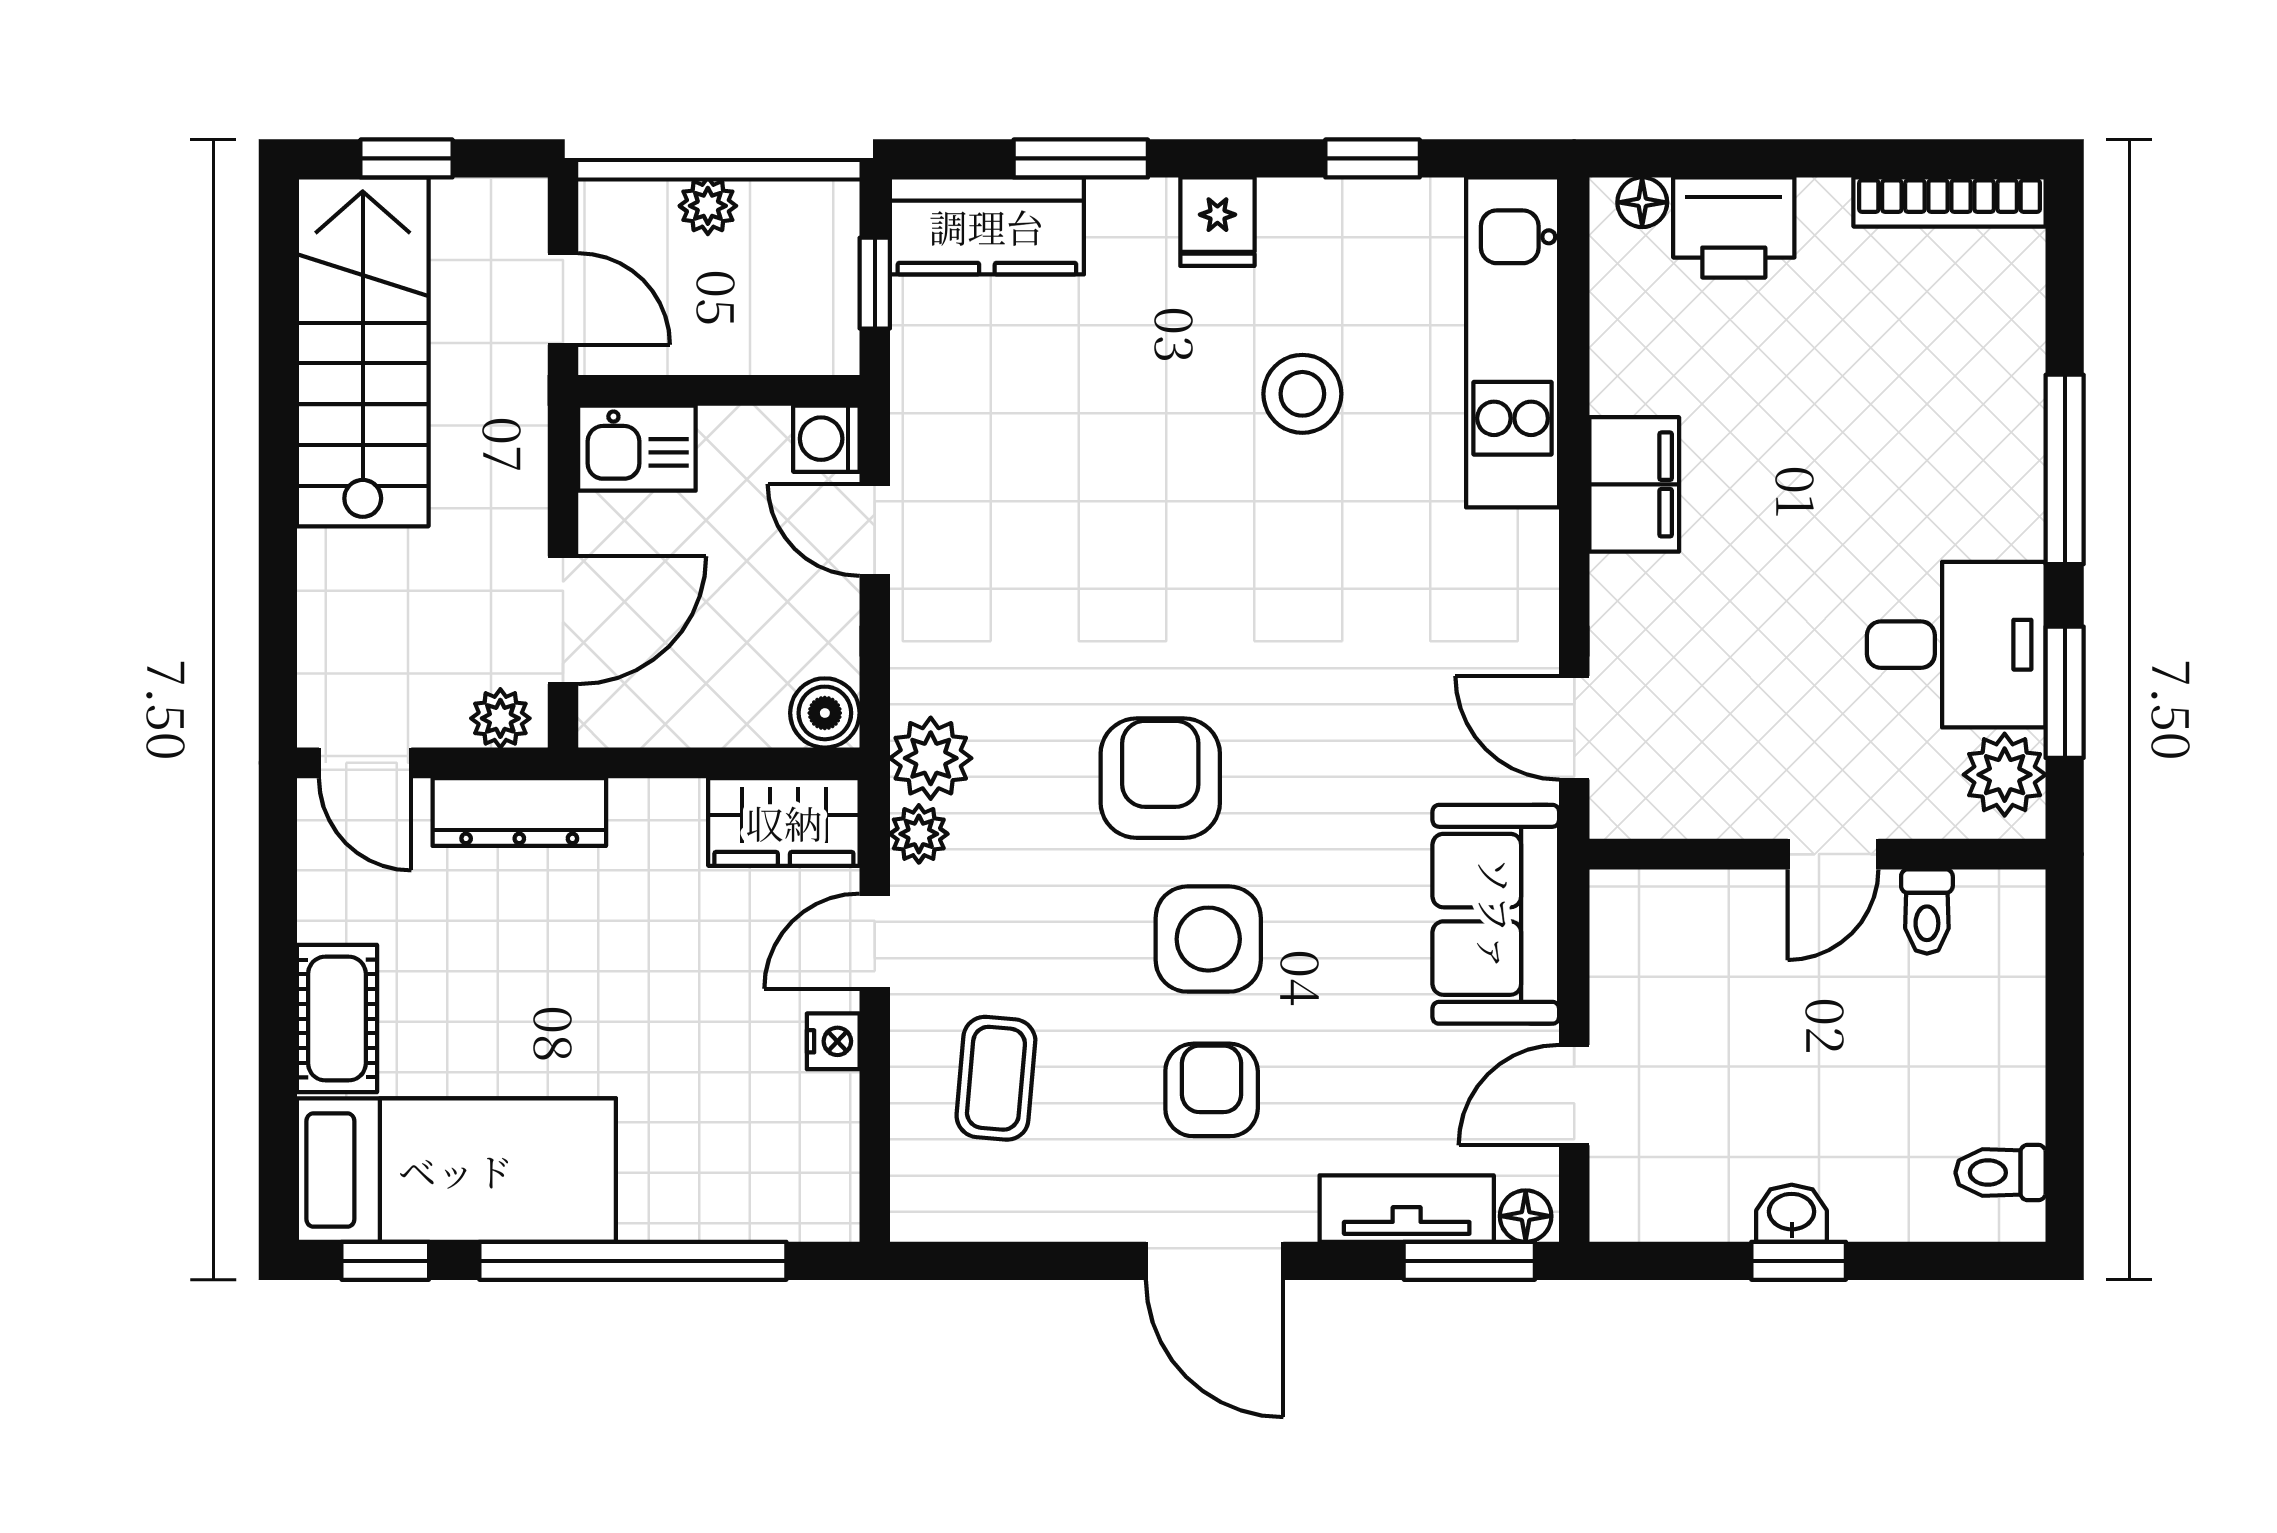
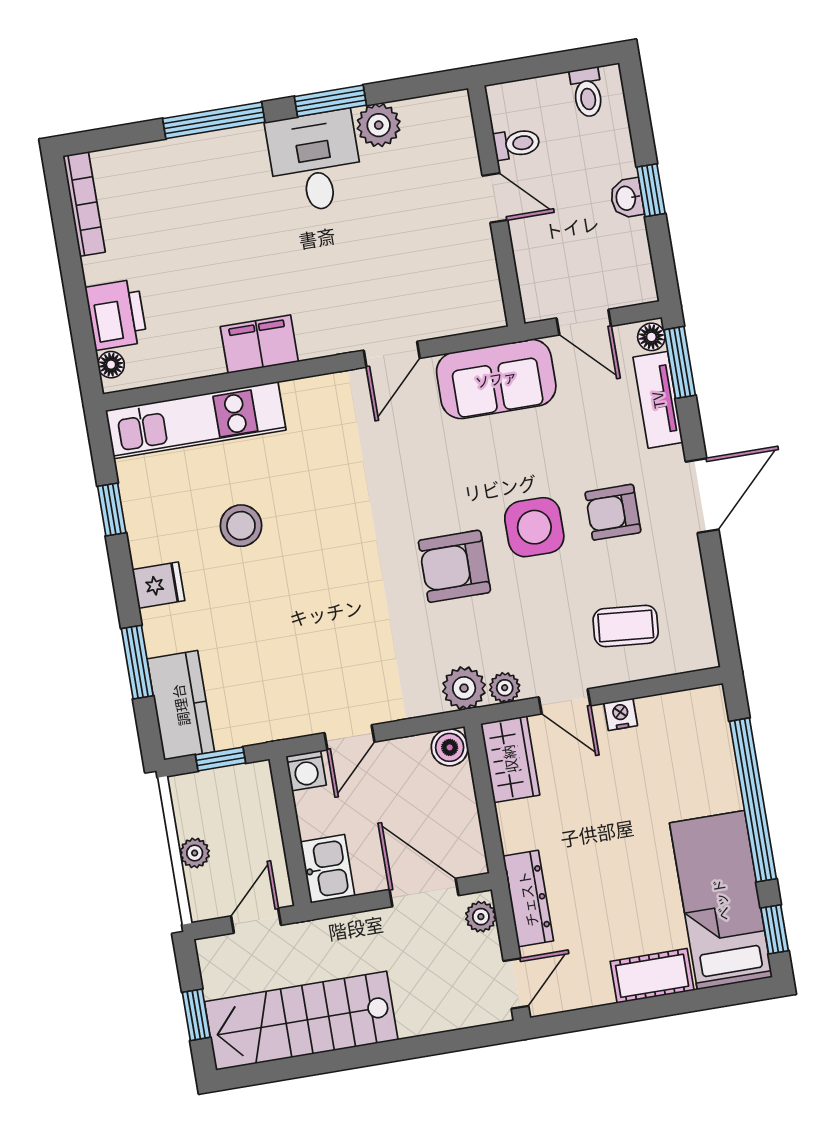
wall: (1818, 854) -> (496, 206), moved
door: (1833, 854) -> (495, 198), moved
toilet: (1927, 911) -> (517, 144), moved

